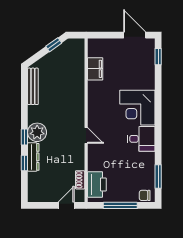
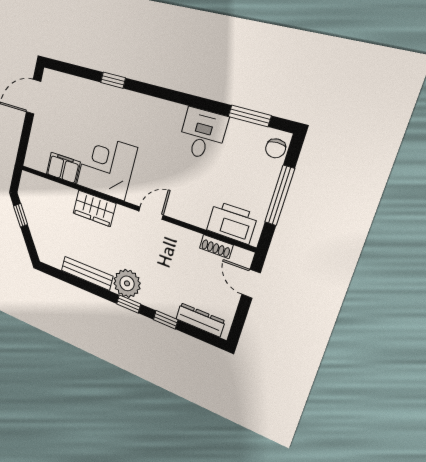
window: (158, 57) -> (113, 80), moved
bench: (33, 86) -> (87, 273), moved
wardrobe: (76, 97) -> (94, 208), added
corner desk: (137, 108) -> (106, 166), moved, turned 180
desk: (141, 139) -> (202, 134), moved
dresser: (33, 157) -> (200, 320), moved

